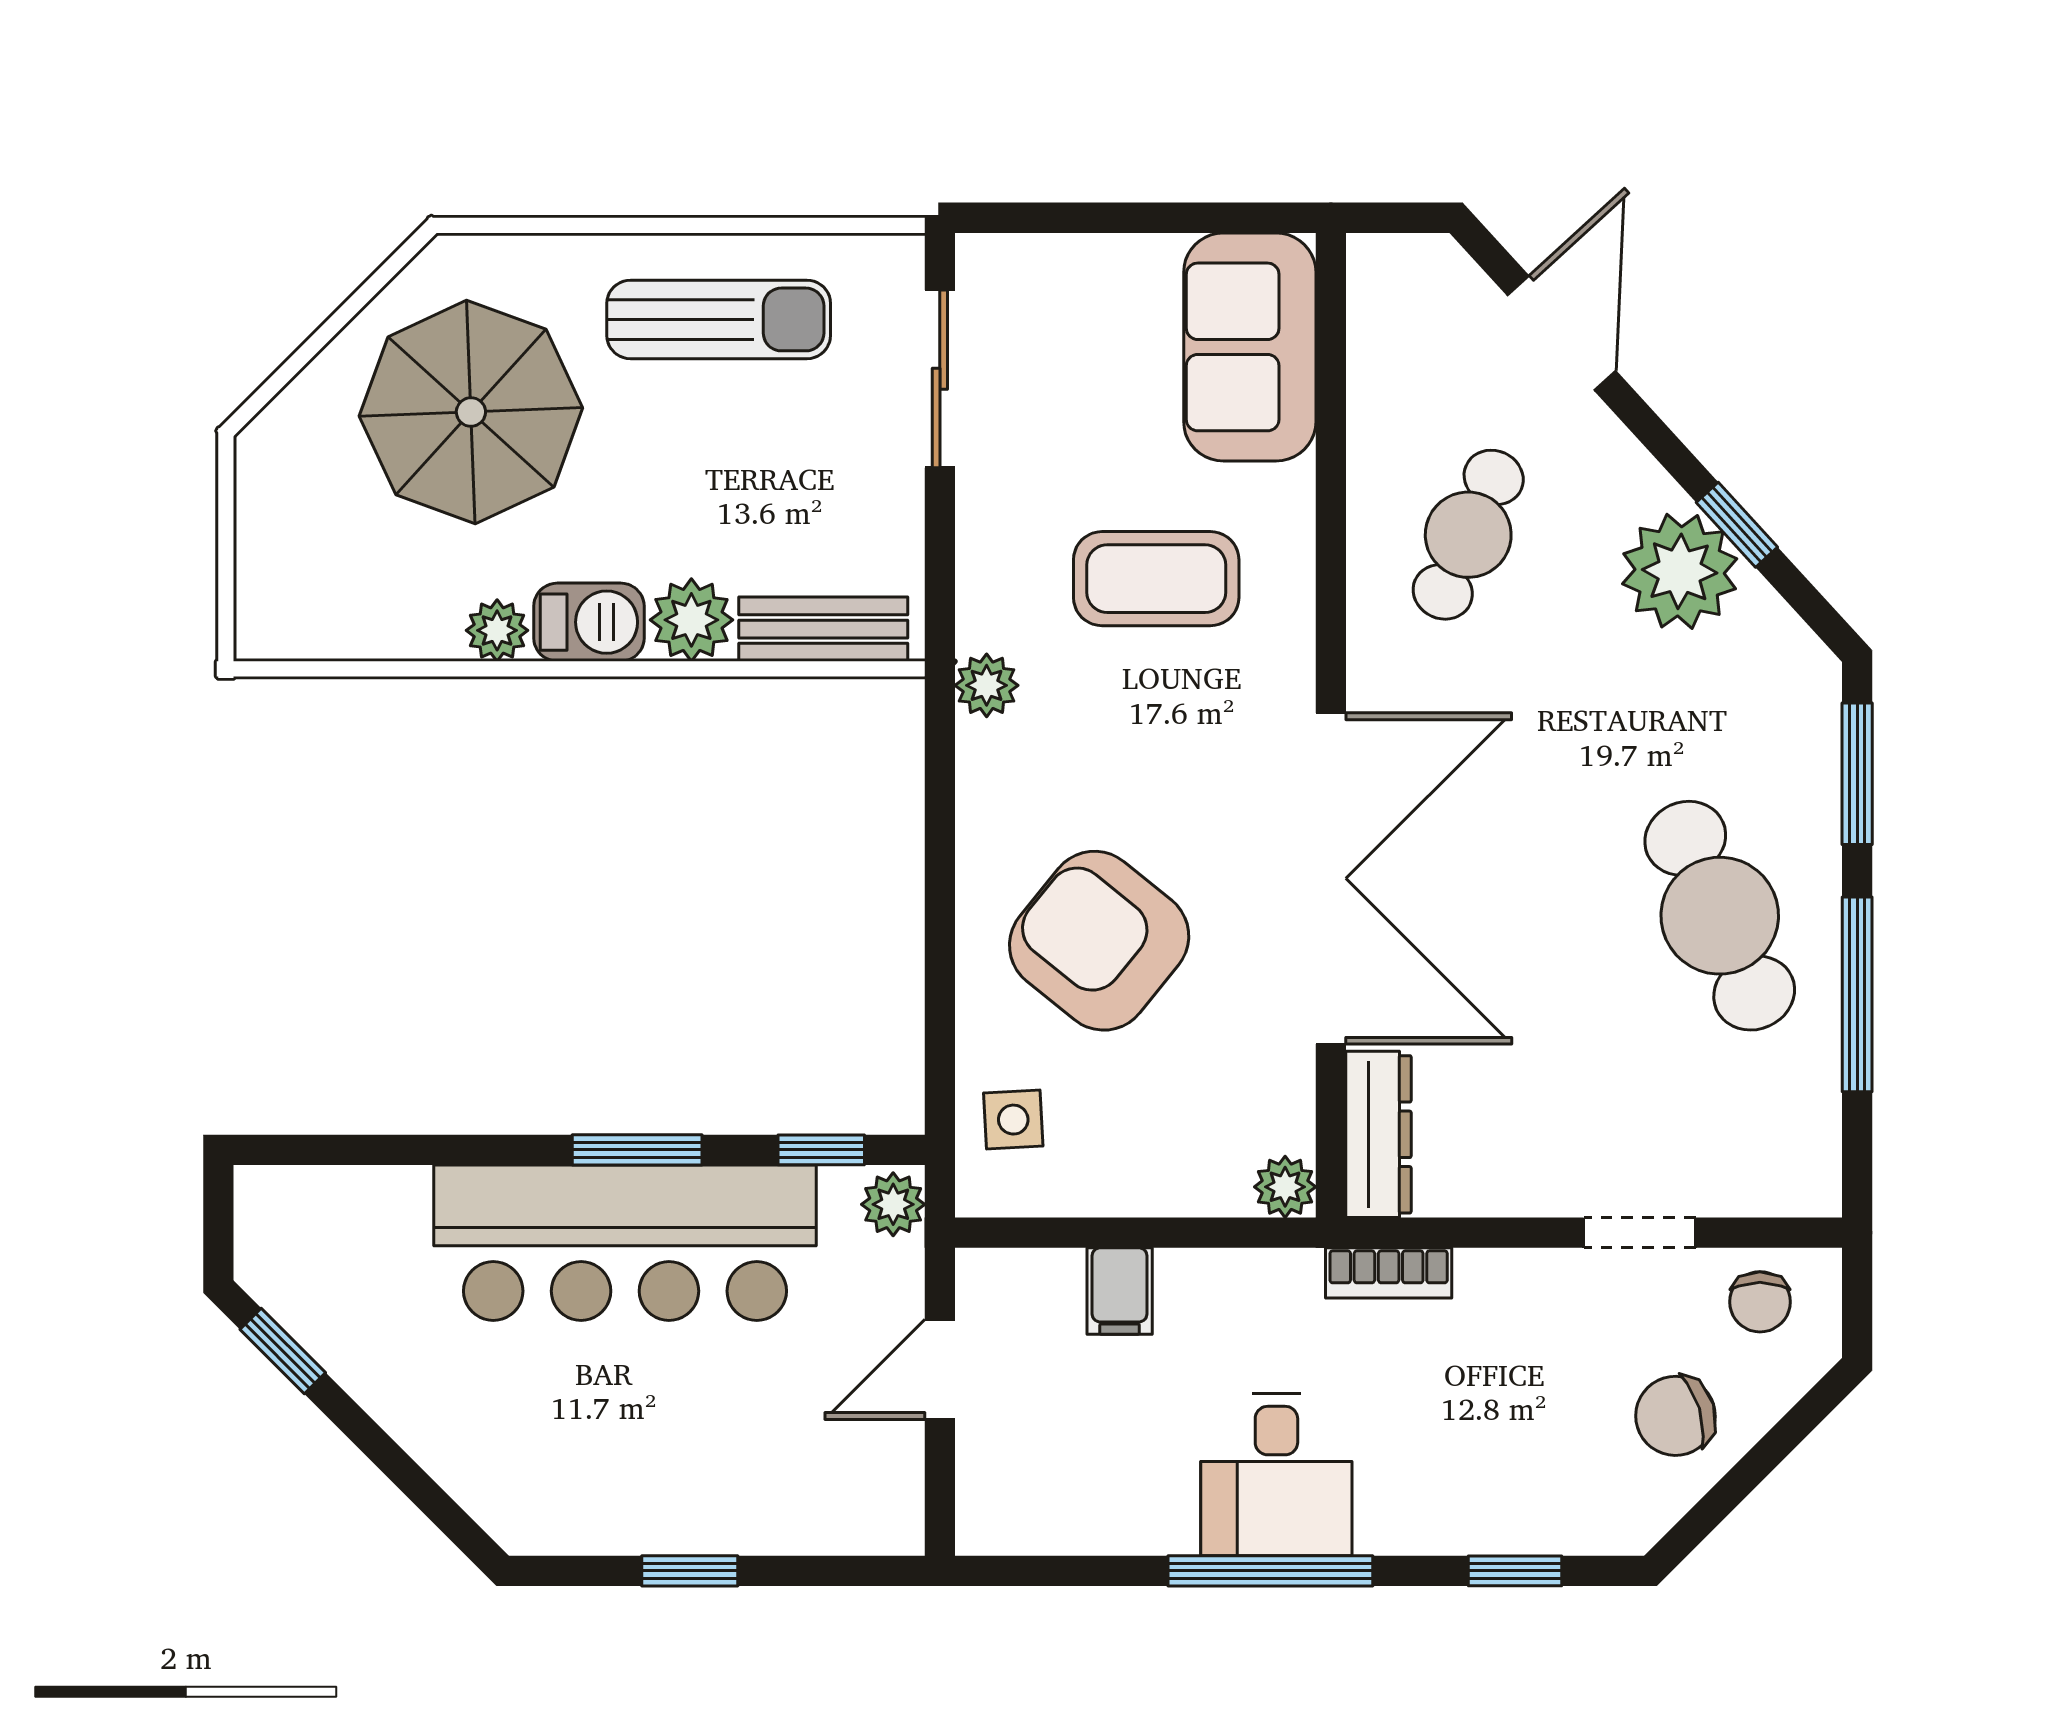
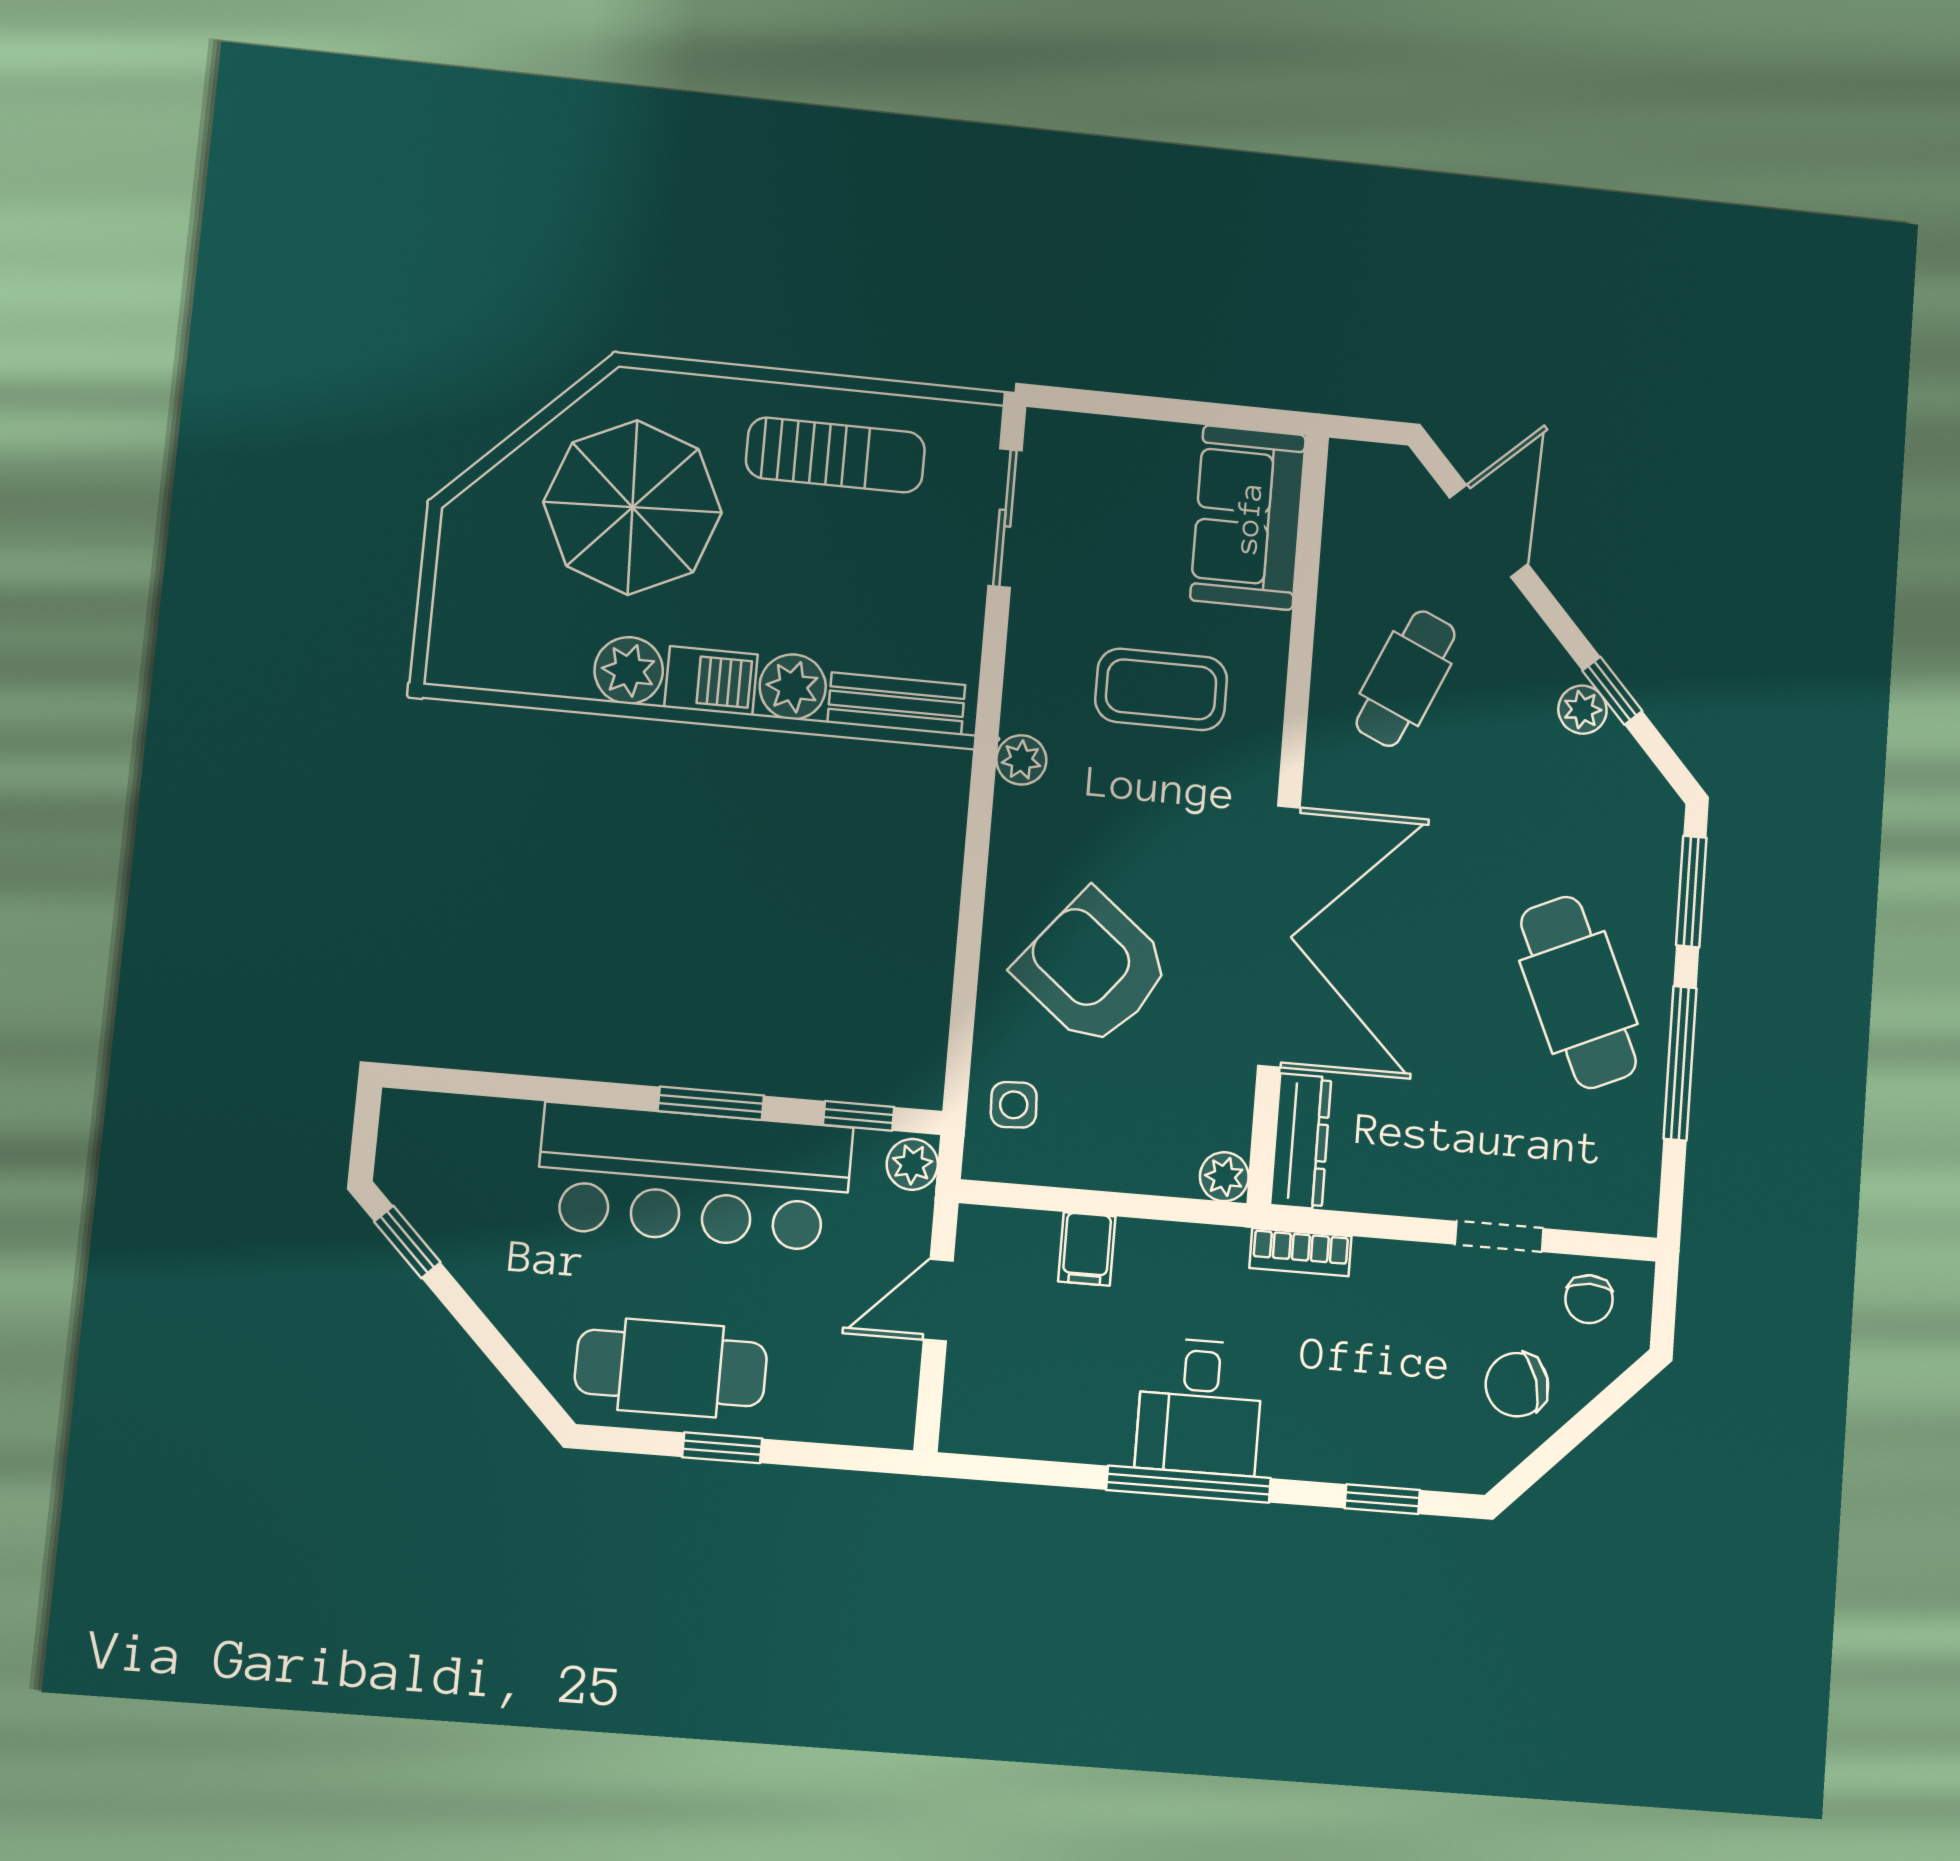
plant: (1680, 571) -> (1582, 710), width x0.53, depth x0.53
plant: (497, 630) -> (629, 670), width x1.38, depth x1.38
cafe table: (618, 1479) -> (671, 1368), added

